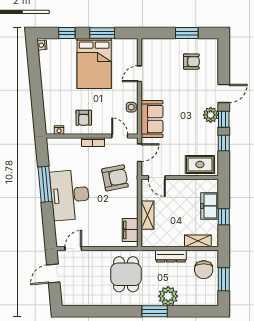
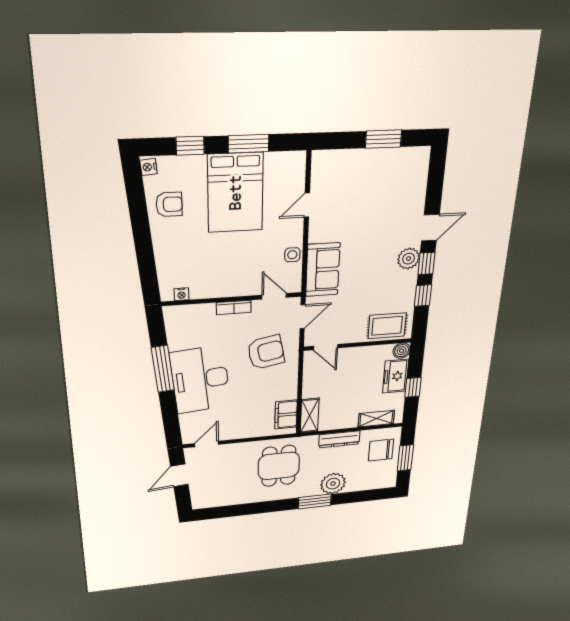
armchair: (191, 62) -> (387, 183), removed
armchair: (84, 118) -> (169, 204), moved, turned -90
boiler: (212, 185) -> (402, 351), added
shelving: (148, 215) -> (310, 416), moved
chair: (204, 270) -> (381, 450), turned 90

